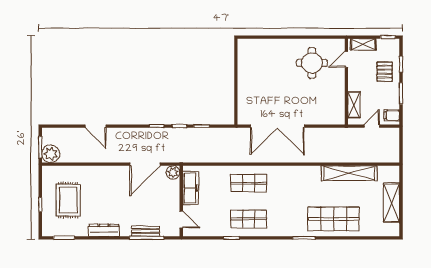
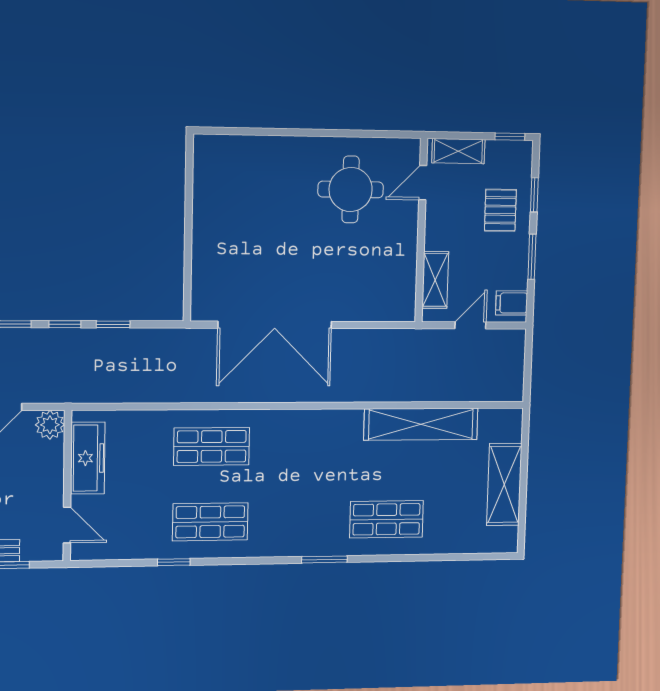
shop shelf: (334, 219) -> (386, 519), width x0.70, depth x0.74

